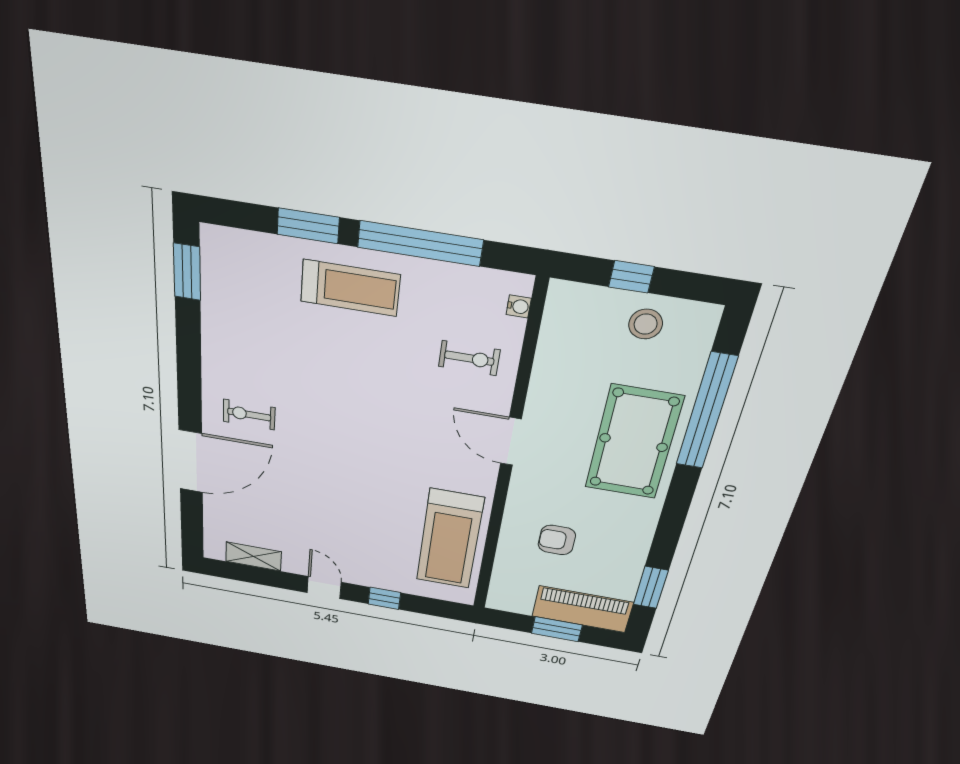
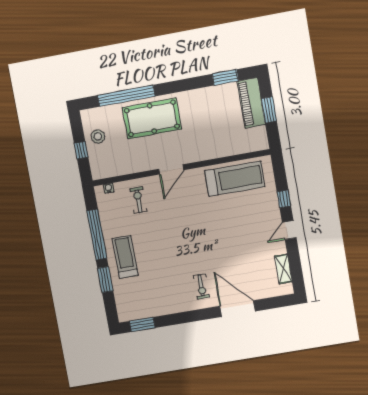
armchair: (557, 540) -> (215, 130), removed

